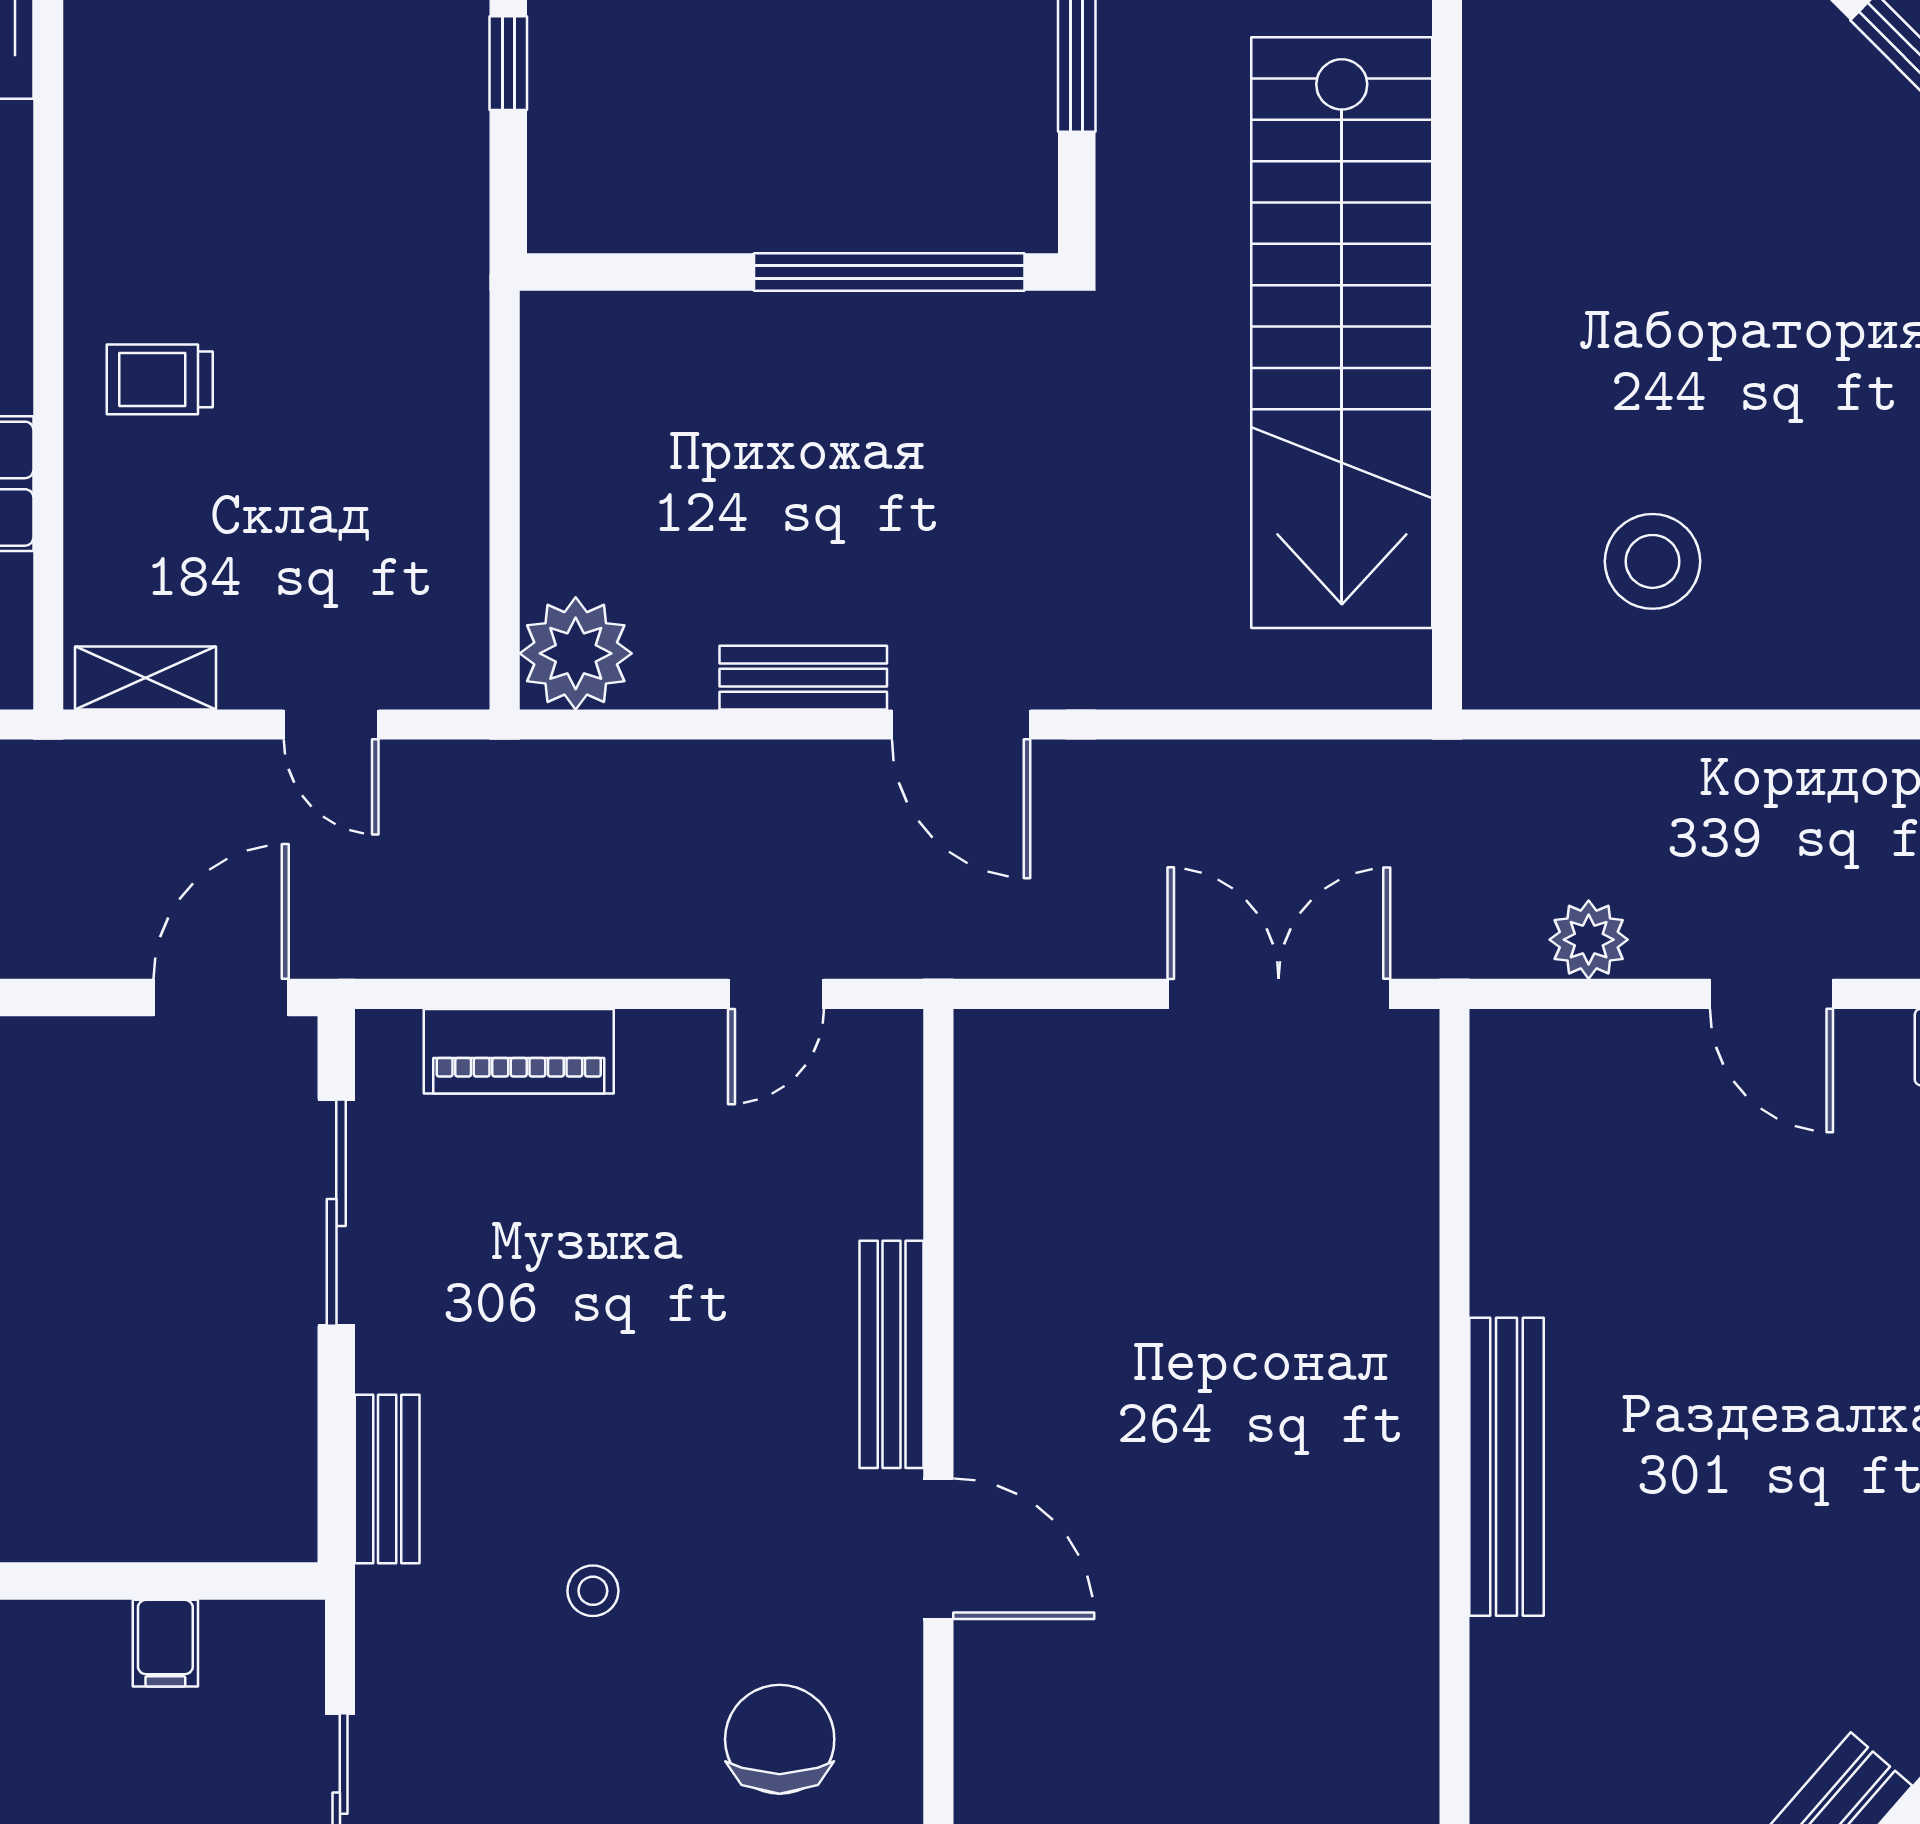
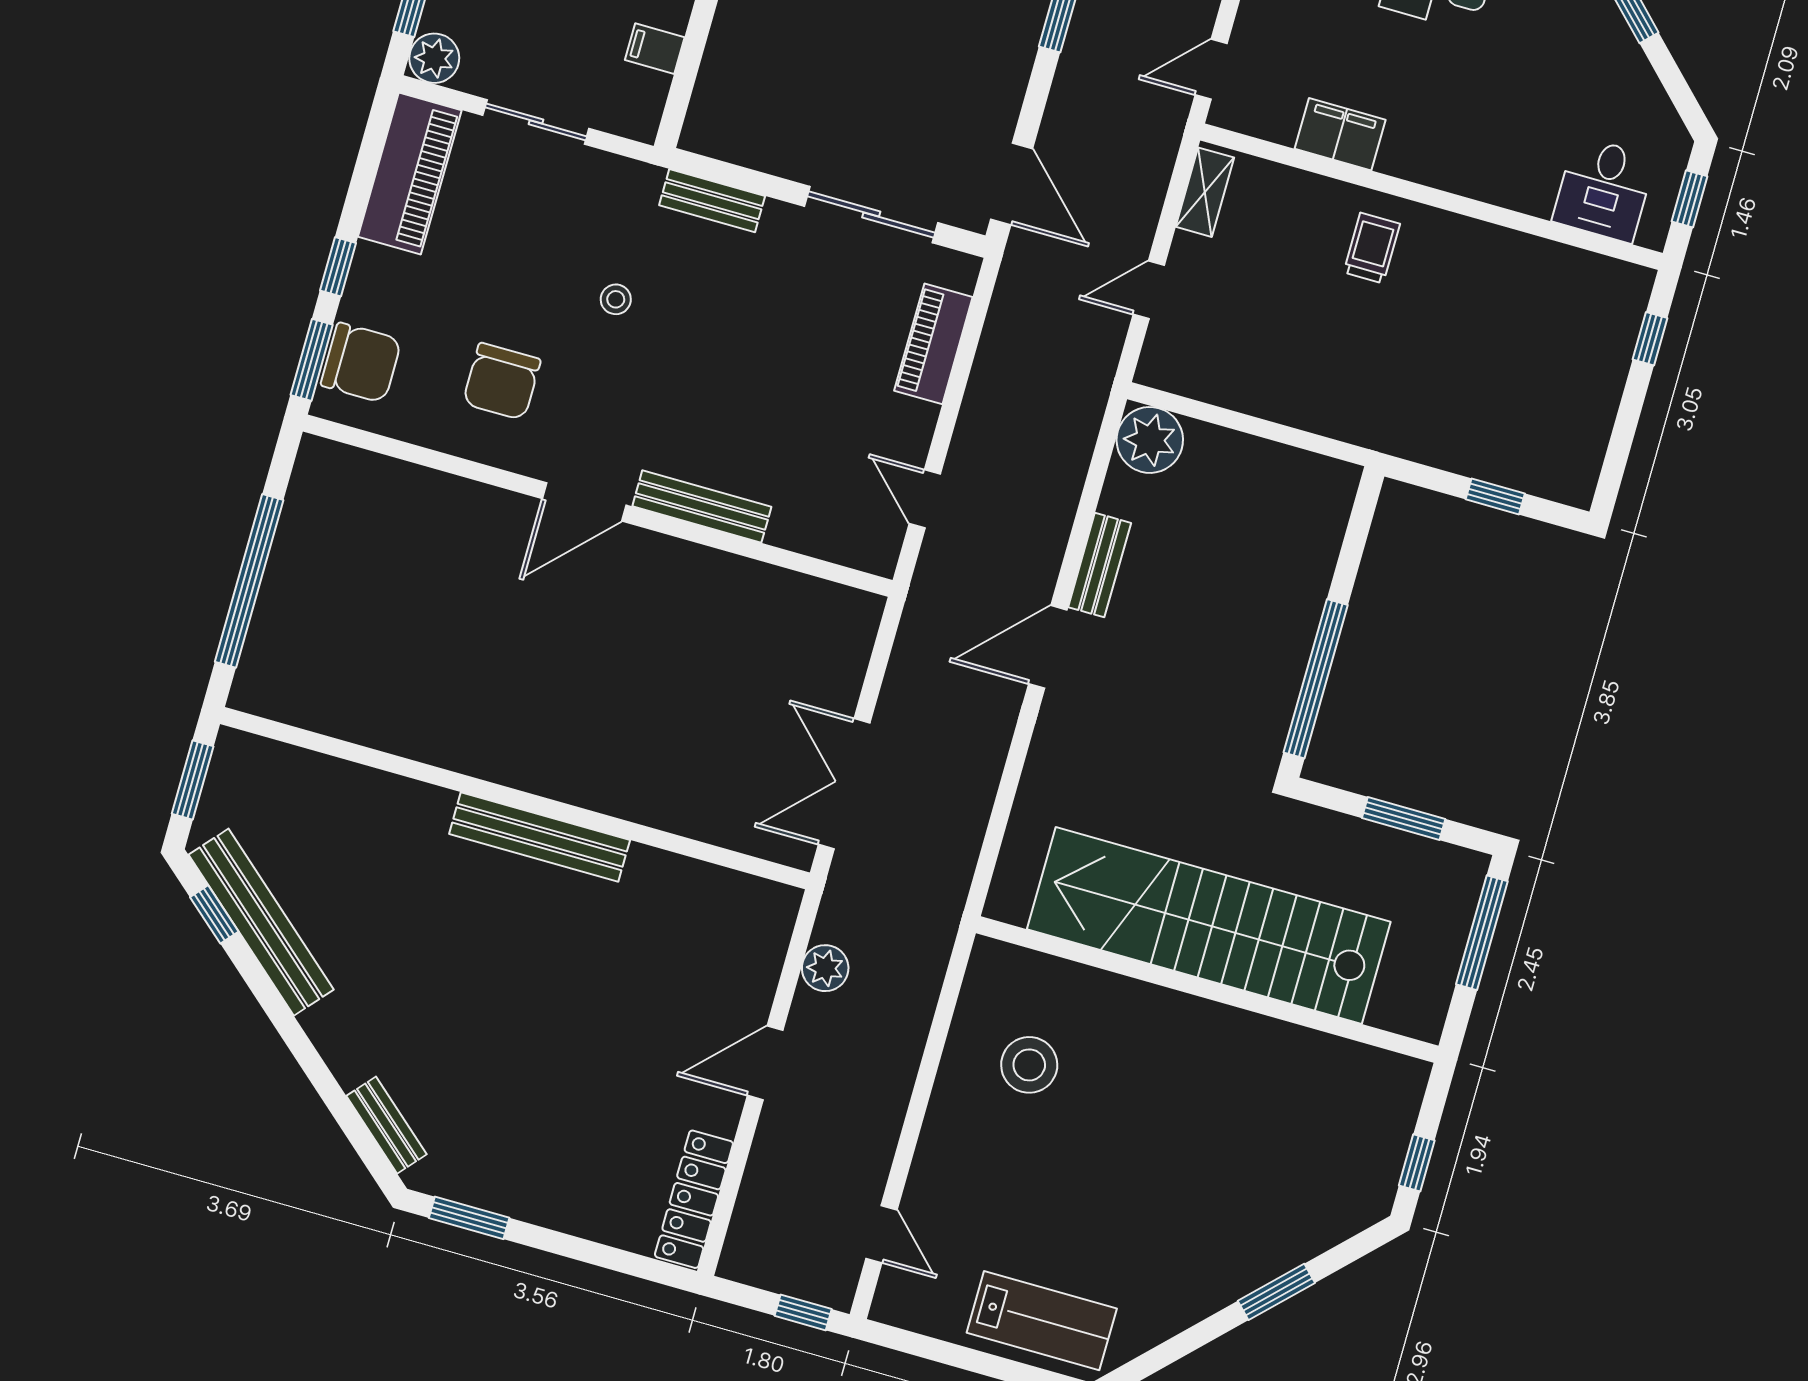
double door: (1279, 994) -> (844, 784), swing flipped
chair: (780, 1739) -> (502, 381), turned 90

